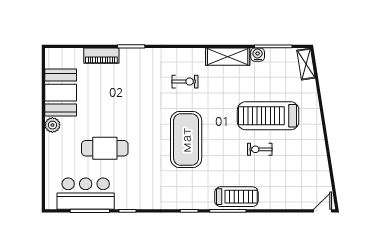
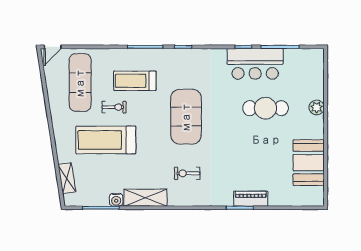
piano: (101, 56) -> (251, 199), moved
shelving: (306, 64) -> (67, 178), moved
treadmill: (268, 116) -> (106, 140), turned 180
plant: (52, 125) -> (317, 107), moved
exercise mat: (294, 174) -> (80, 83), added
bar counter: (86, 194) -> (255, 64), moved
treadmill: (236, 197) -> (135, 81), moved

